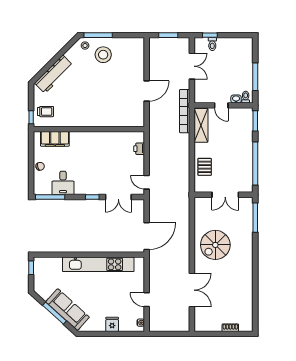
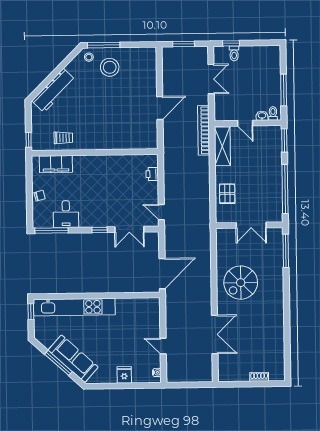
trolley: (46, 112) -> (63, 138), moved
kitchen unit: (98, 264) -> (74, 307), moved

